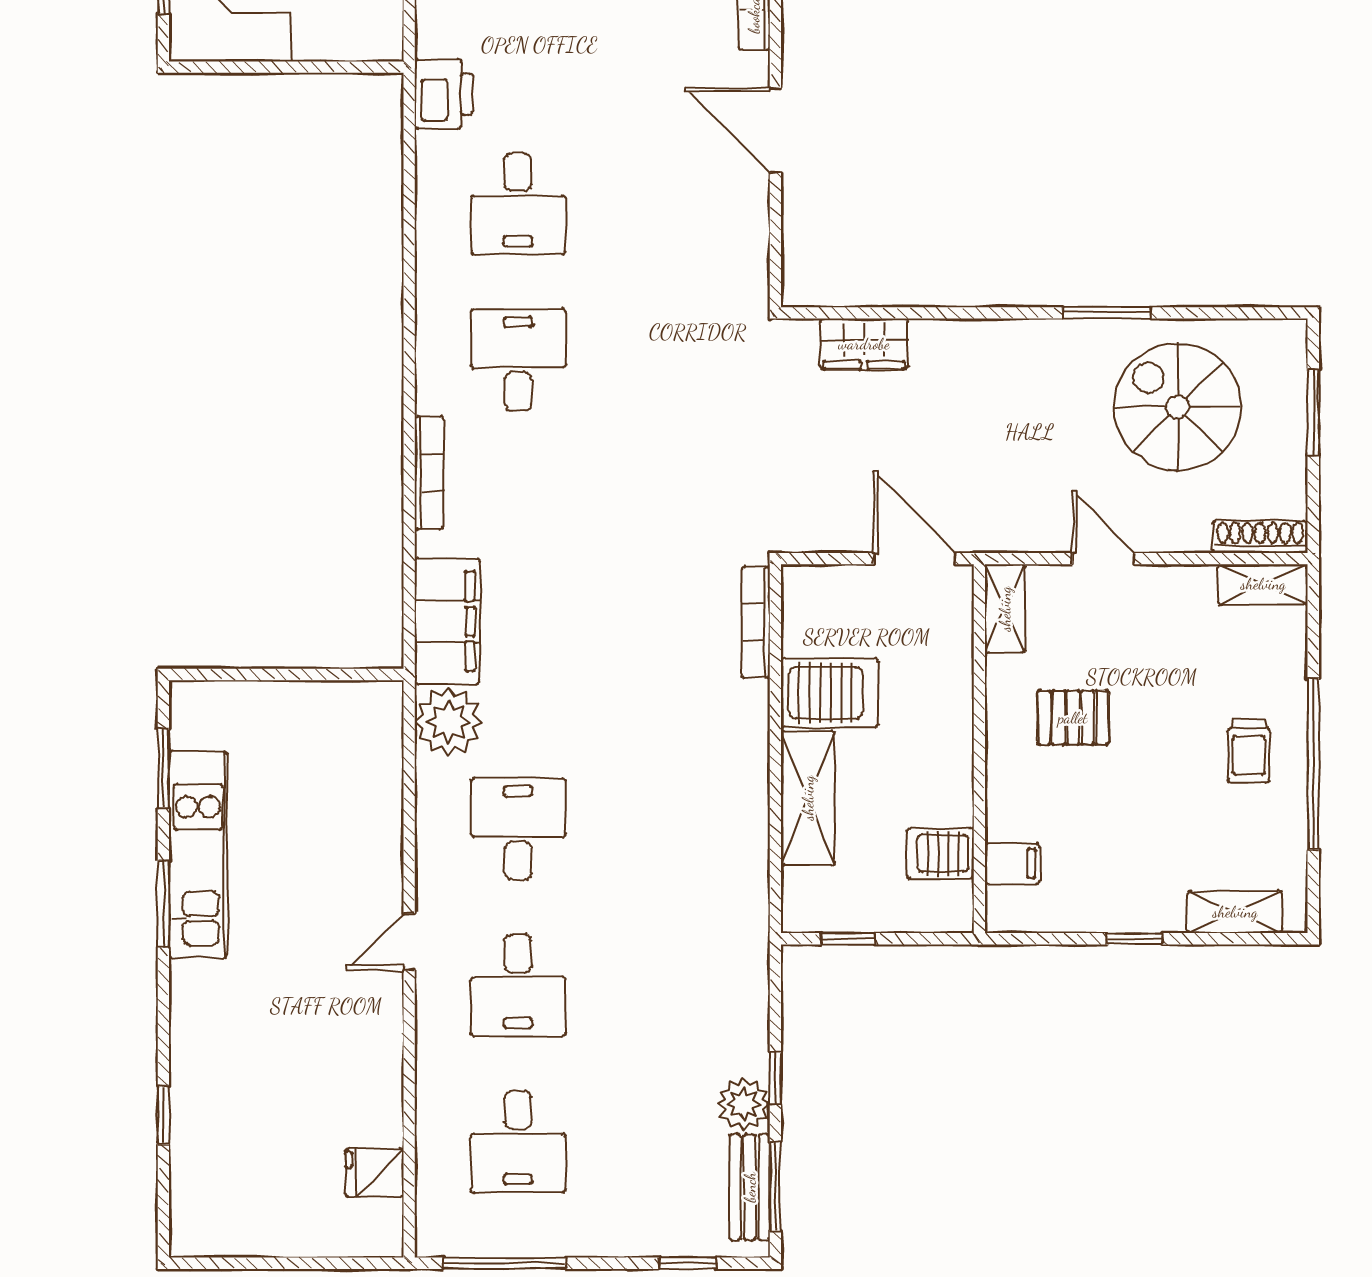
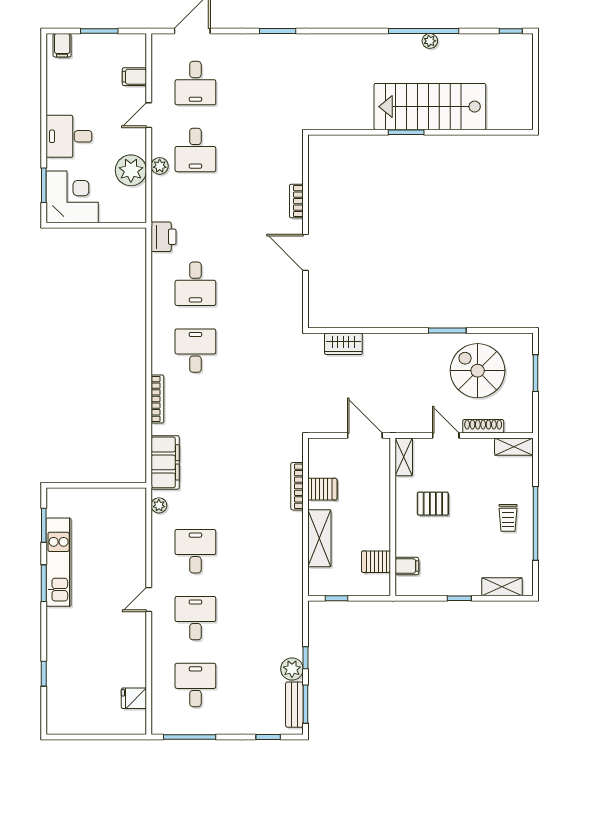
shoe rack: (1260, 537) -> (483, 426), moved
bookcase: (756, 622) -> (297, 486), moved
server rack: (830, 693) -> (322, 489), width x0.73, depth x0.70
plant: (449, 722) -> (159, 505), width x0.53, depth x0.53
desk: (518, 985) -> (195, 618), turned 180
desk: (518, 1142) -> (195, 685), turned 180

